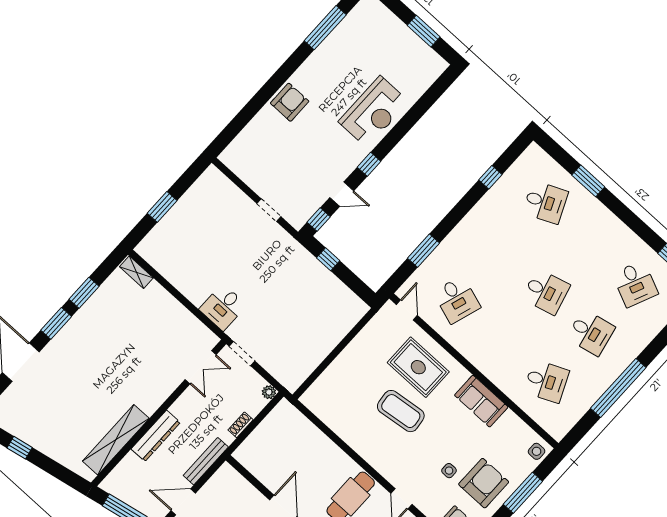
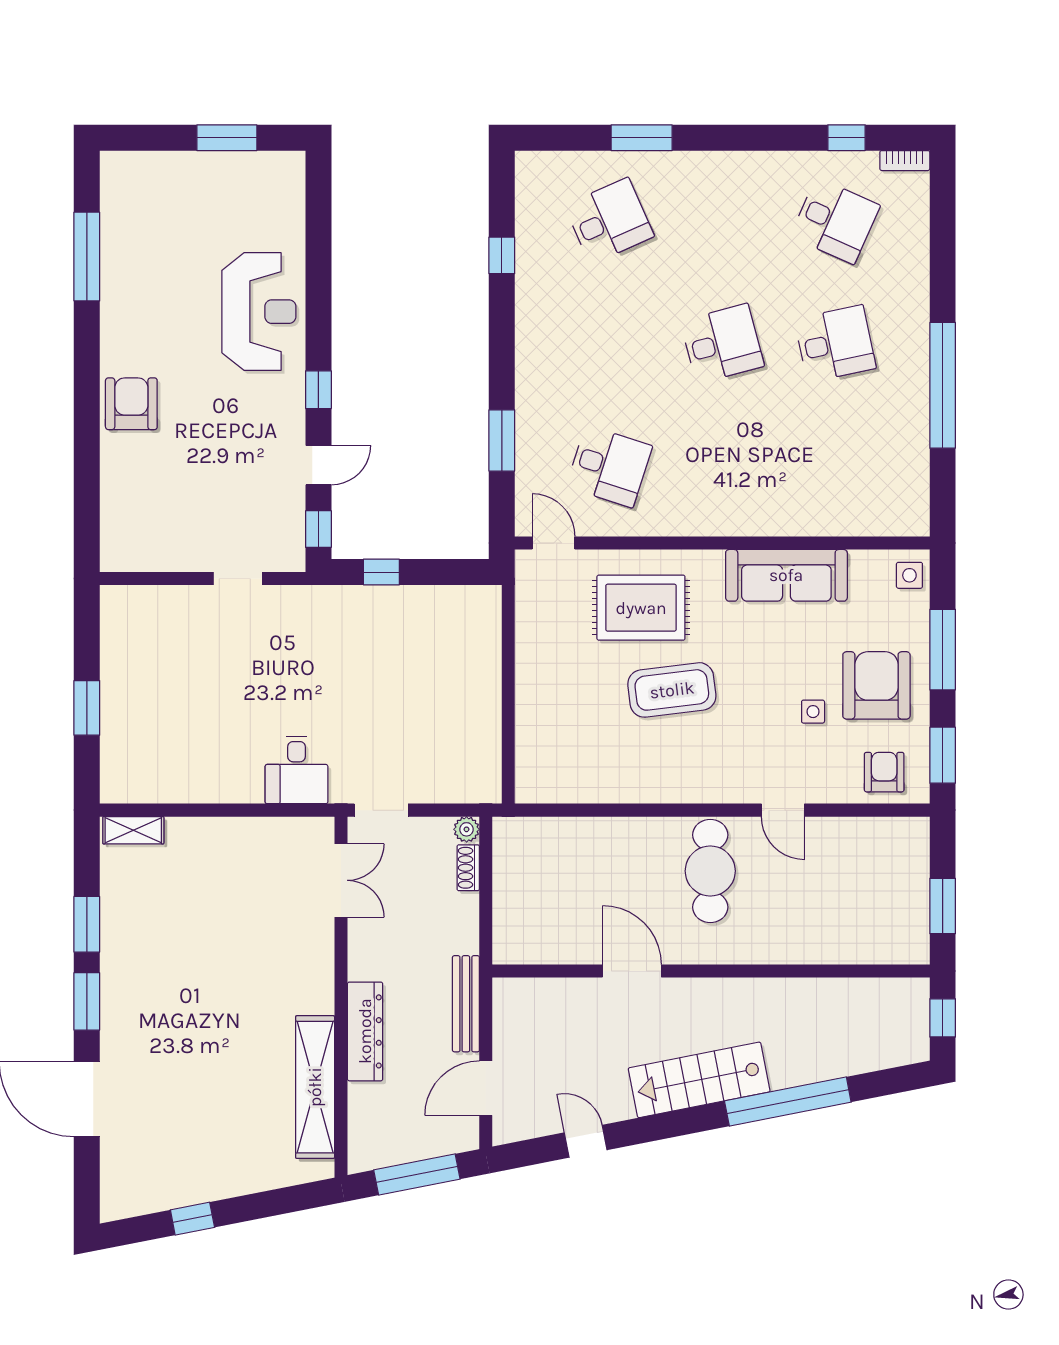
desk: (546, 381) -> (835, 466), removed
sofa: (481, 401) -> (786, 575), width x1.36
shoe rack: (240, 425) -> (468, 868), moved

